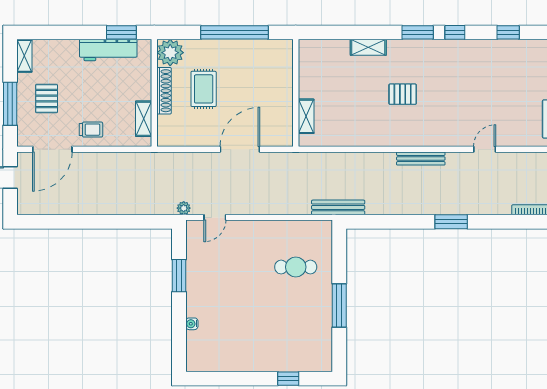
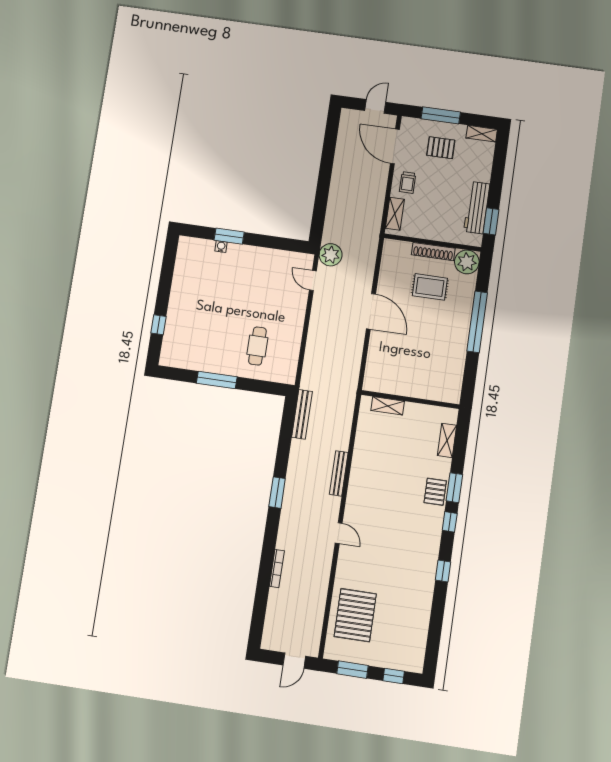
wall: (296, 93) -> (410, 400), moved
pallet: (403, 94) -> (435, 492), moved
shelving: (306, 116) -> (388, 406), moved
shelving: (144, 119) -> (395, 214), moved, turned 90
bench: (338, 207) -> (302, 414), moved
plant: (184, 208) -> (331, 255), width x1.88, depth x1.88
window: (179, 276) -> (229, 236), moved

